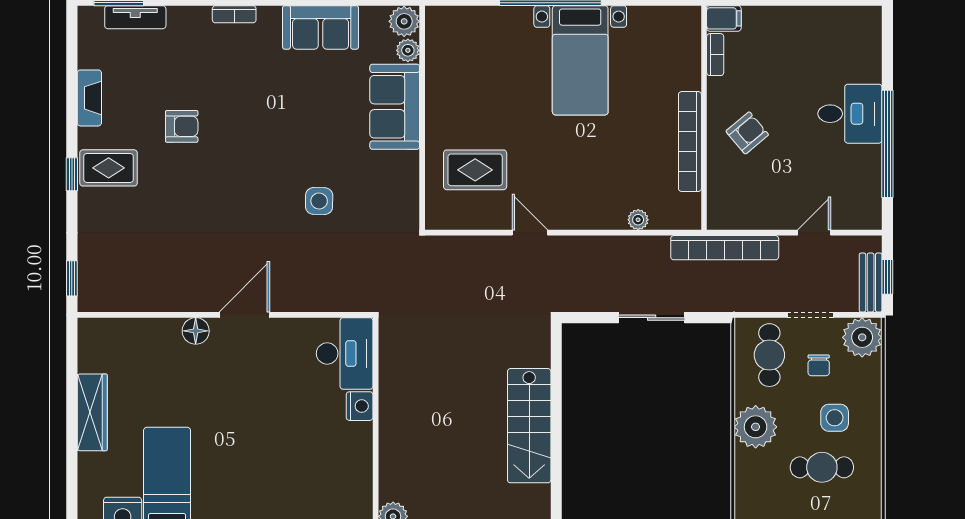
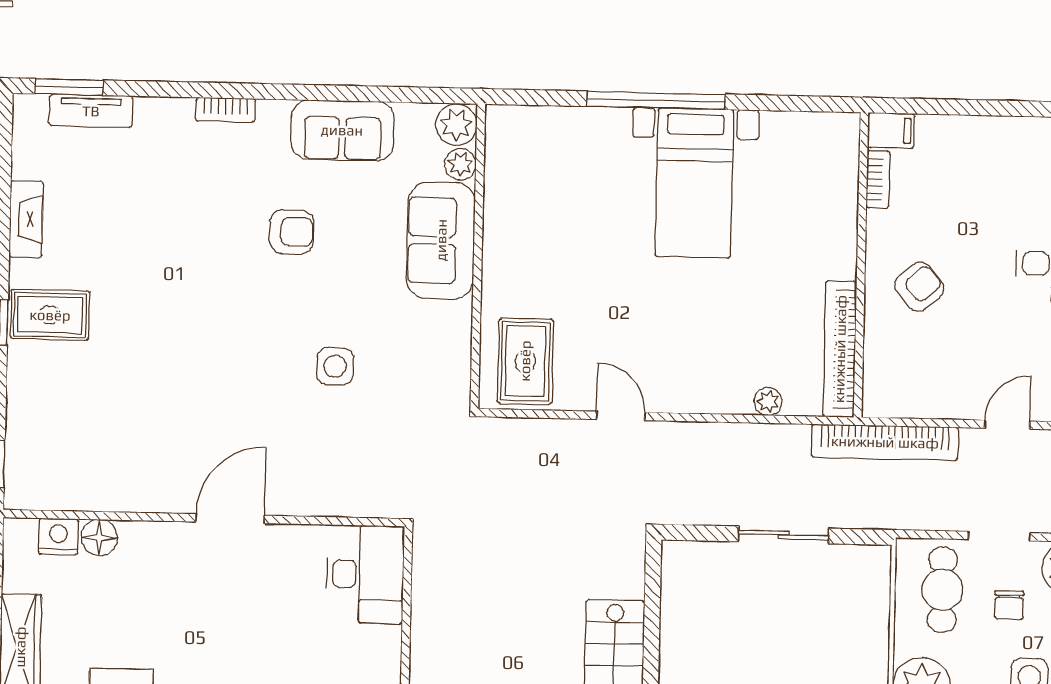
armchair: (182, 126) -> (292, 232), moved
bookcase: (690, 142) -> (840, 349), moved
rug: (475, 170) -> (525, 361), moved, turned 90
floor lamp: (196, 331) -> (99, 538), moved
nightstand: (360, 406) -> (58, 537), moved, turned -90

